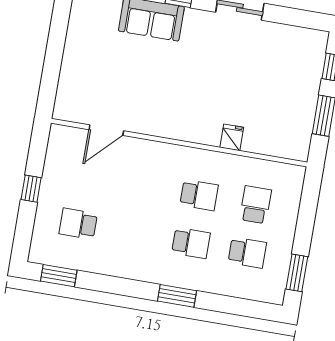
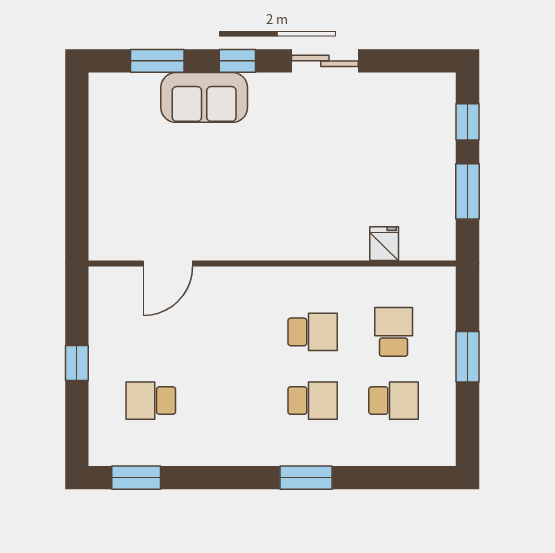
fridge: (232, 137) -> (384, 244), moved
window: (297, 273) -> (468, 357), moved

